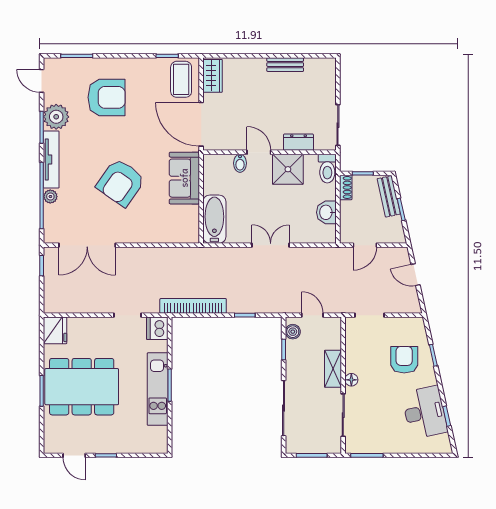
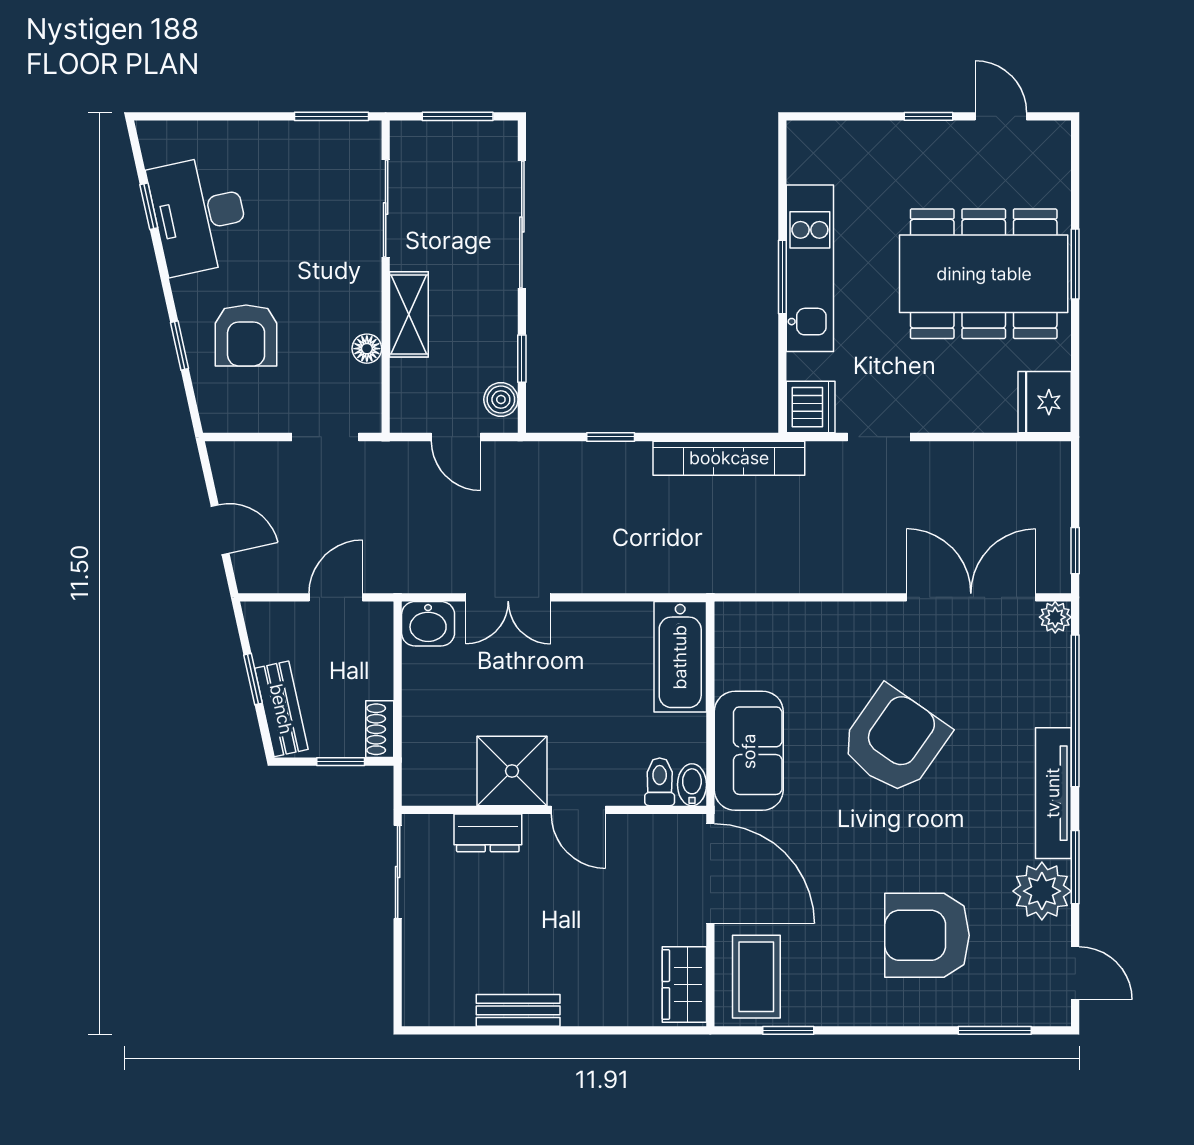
bidet: (240, 163) -> (692, 785), moved
toilet: (327, 169) -> (660, 782), moved, width x0.73, depth x0.72
plant: (50, 197) -> (1055, 617), moved
washbasin: (326, 212) -> (428, 624), moved, turned 90
double door: (271, 245) -> (508, 597), moved
floor lamp: (351, 380) -> (367, 349), moved

